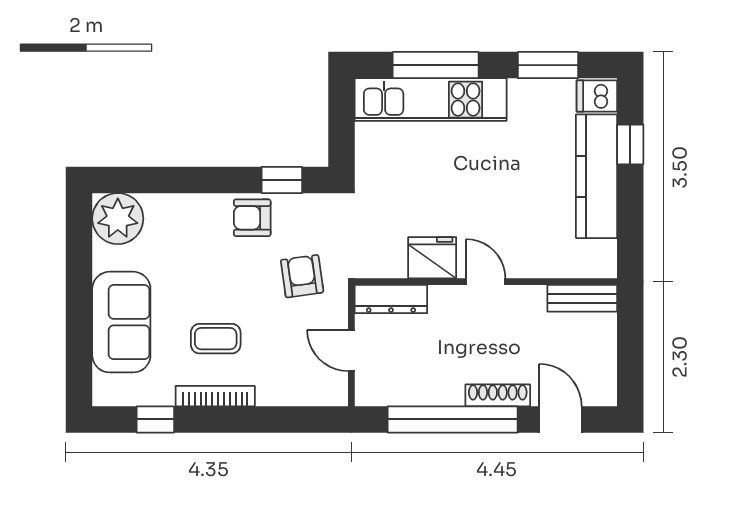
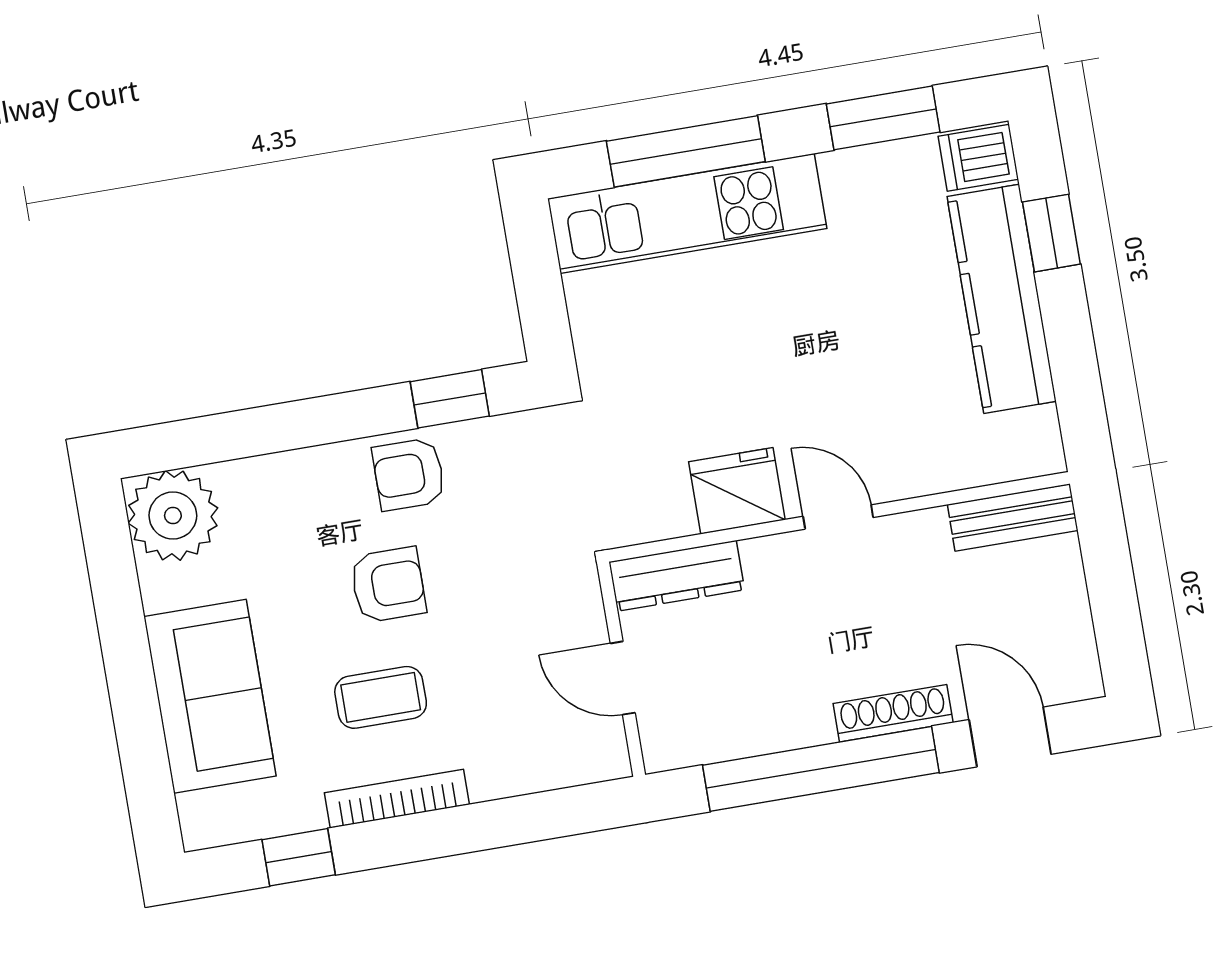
armchair: (302, 276) -> (388, 585), moved, turned 98

